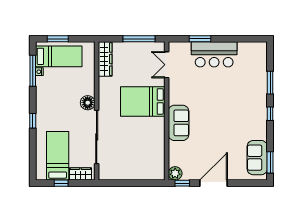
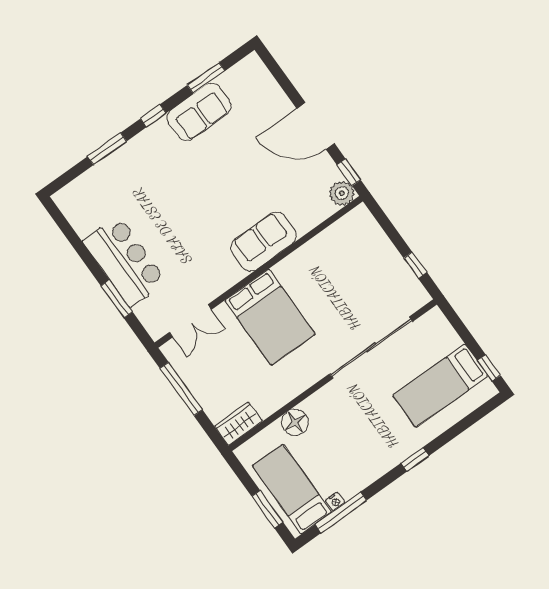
wardrobe: (105, 59) -> (238, 424), width x0.67
floor lamp: (88, 103) -> (295, 422), moved
sofa: (257, 158) -> (199, 112), moved
window: (270, 162) -> (206, 78), moved
wardrobe: (80, 174) -> (443, 333), removed
window: (61, 183) -> (489, 368), moved
window: (119, 183) -> (415, 265), added

